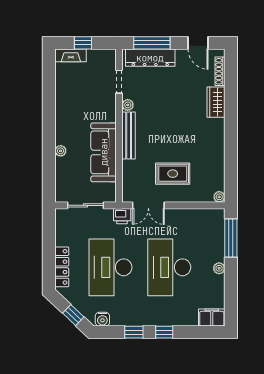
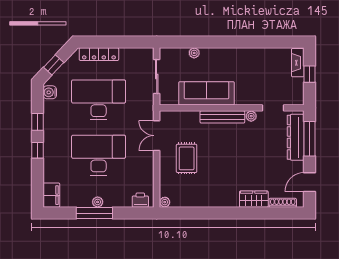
plant: (61, 151) -> (194, 53), moved
printer: (122, 216) -> (140, 200), moved, turned 90
window: (231, 238) -> (94, 213), moved

